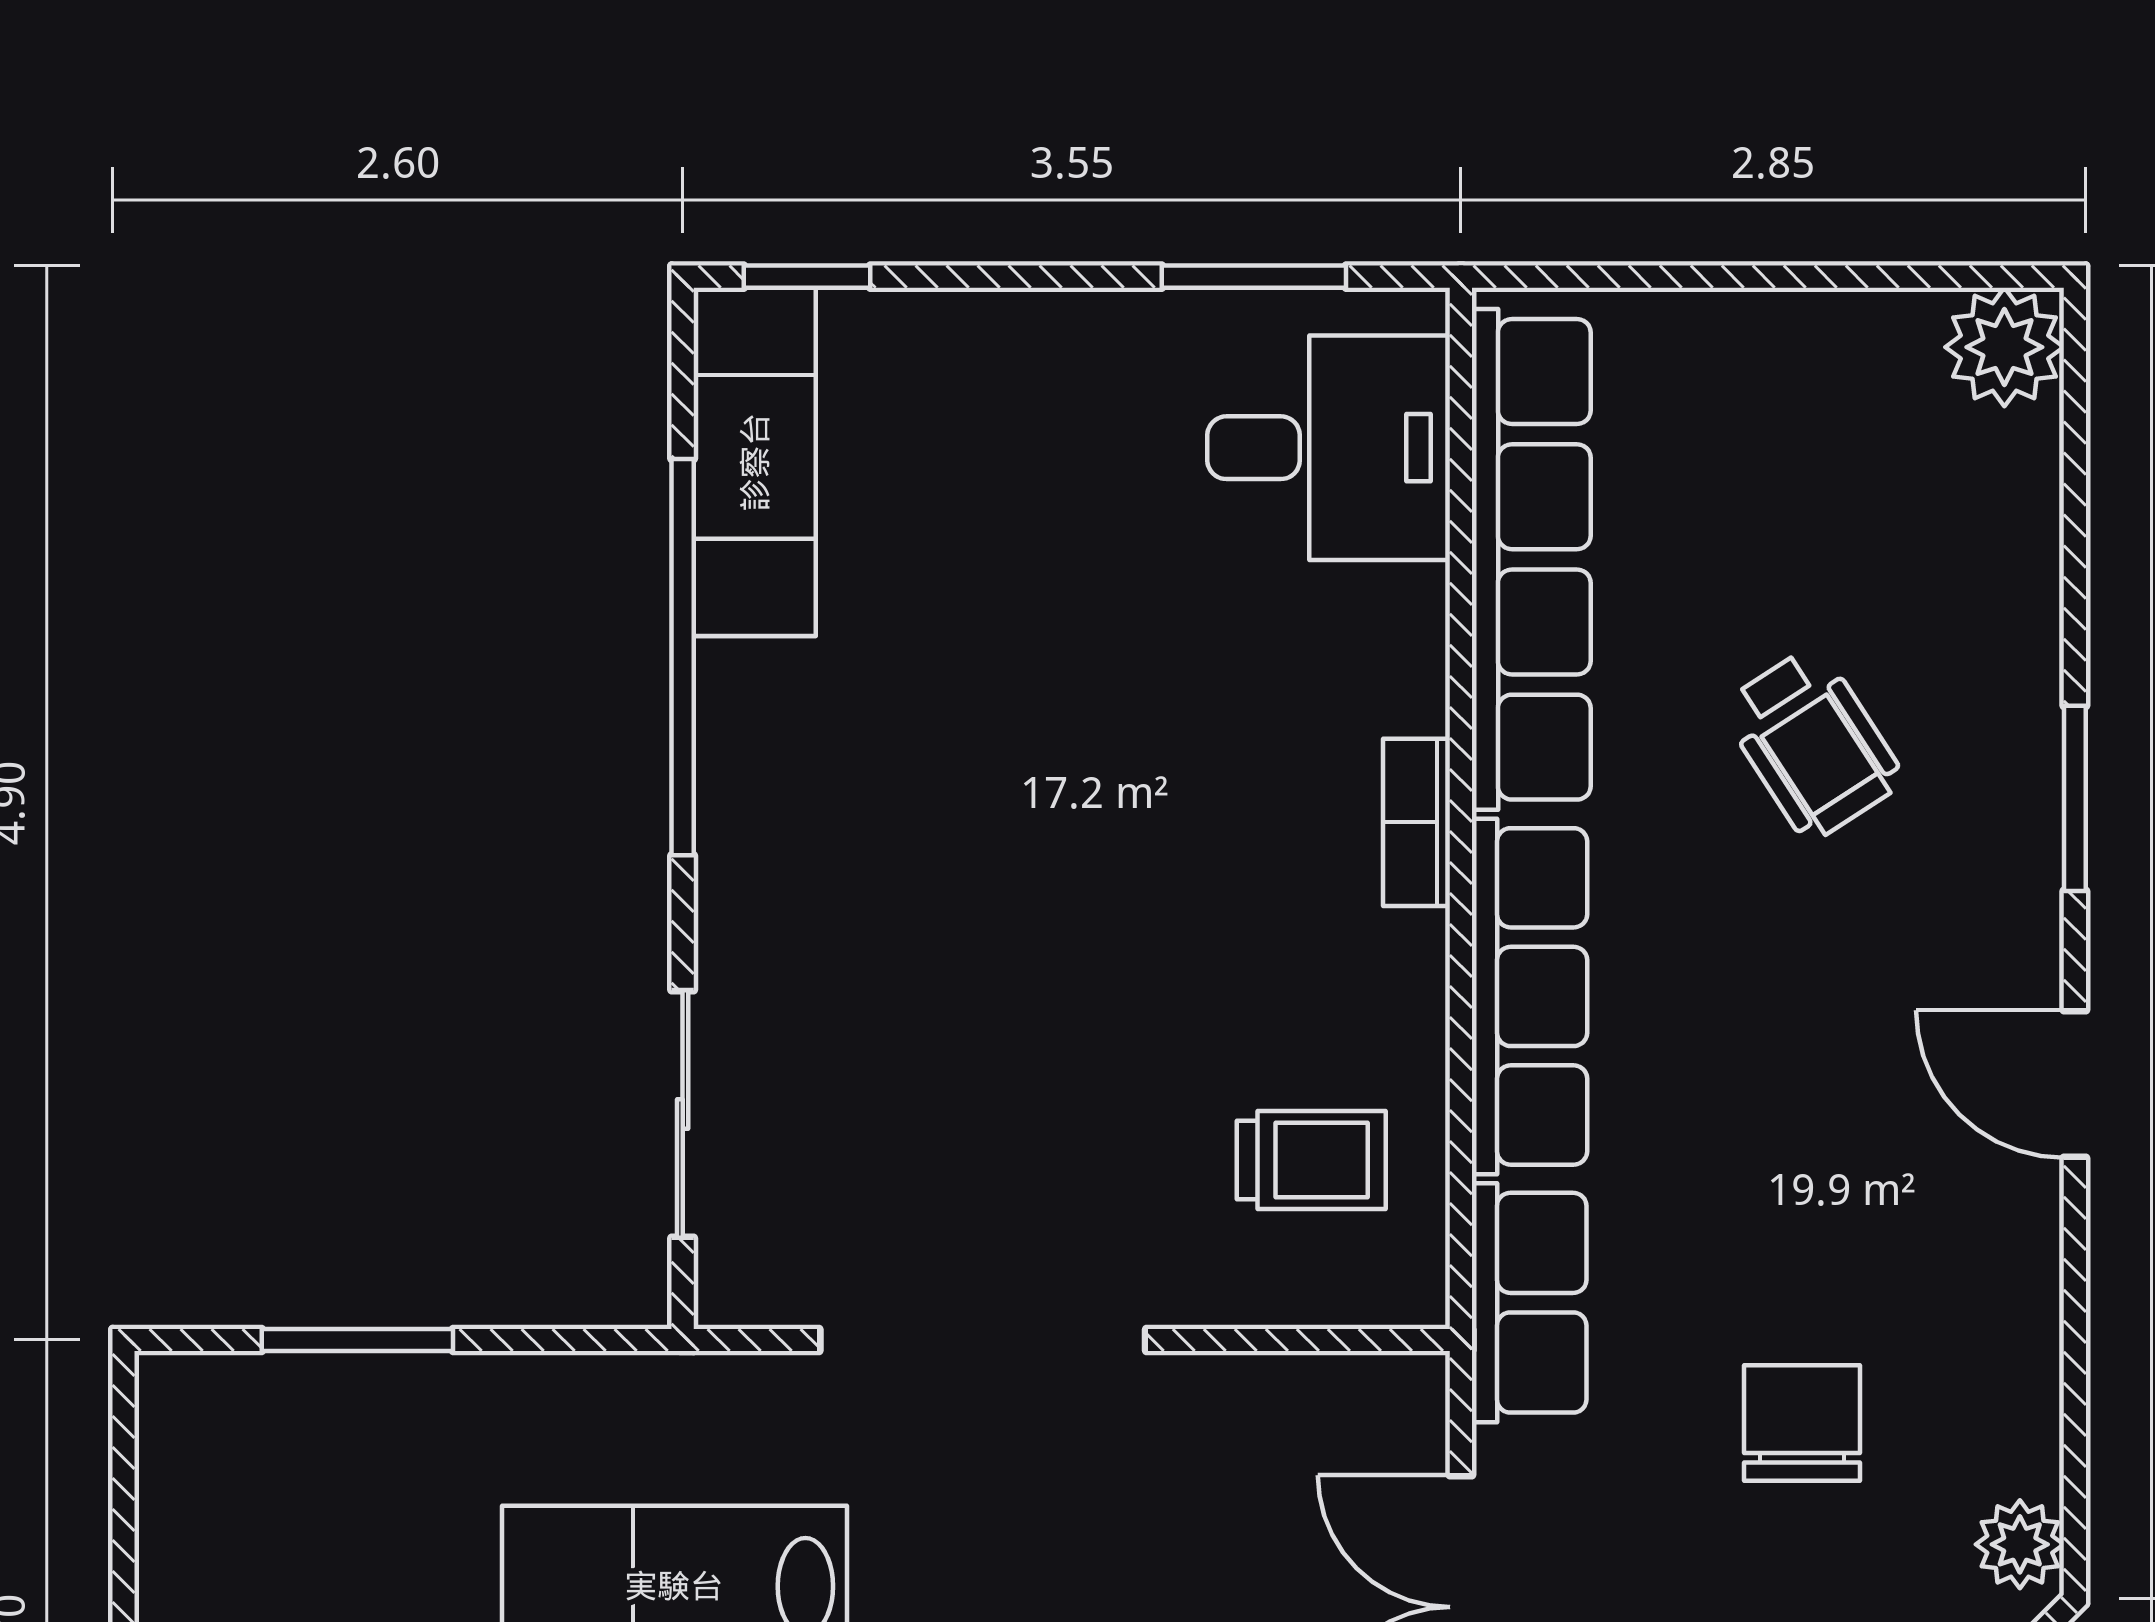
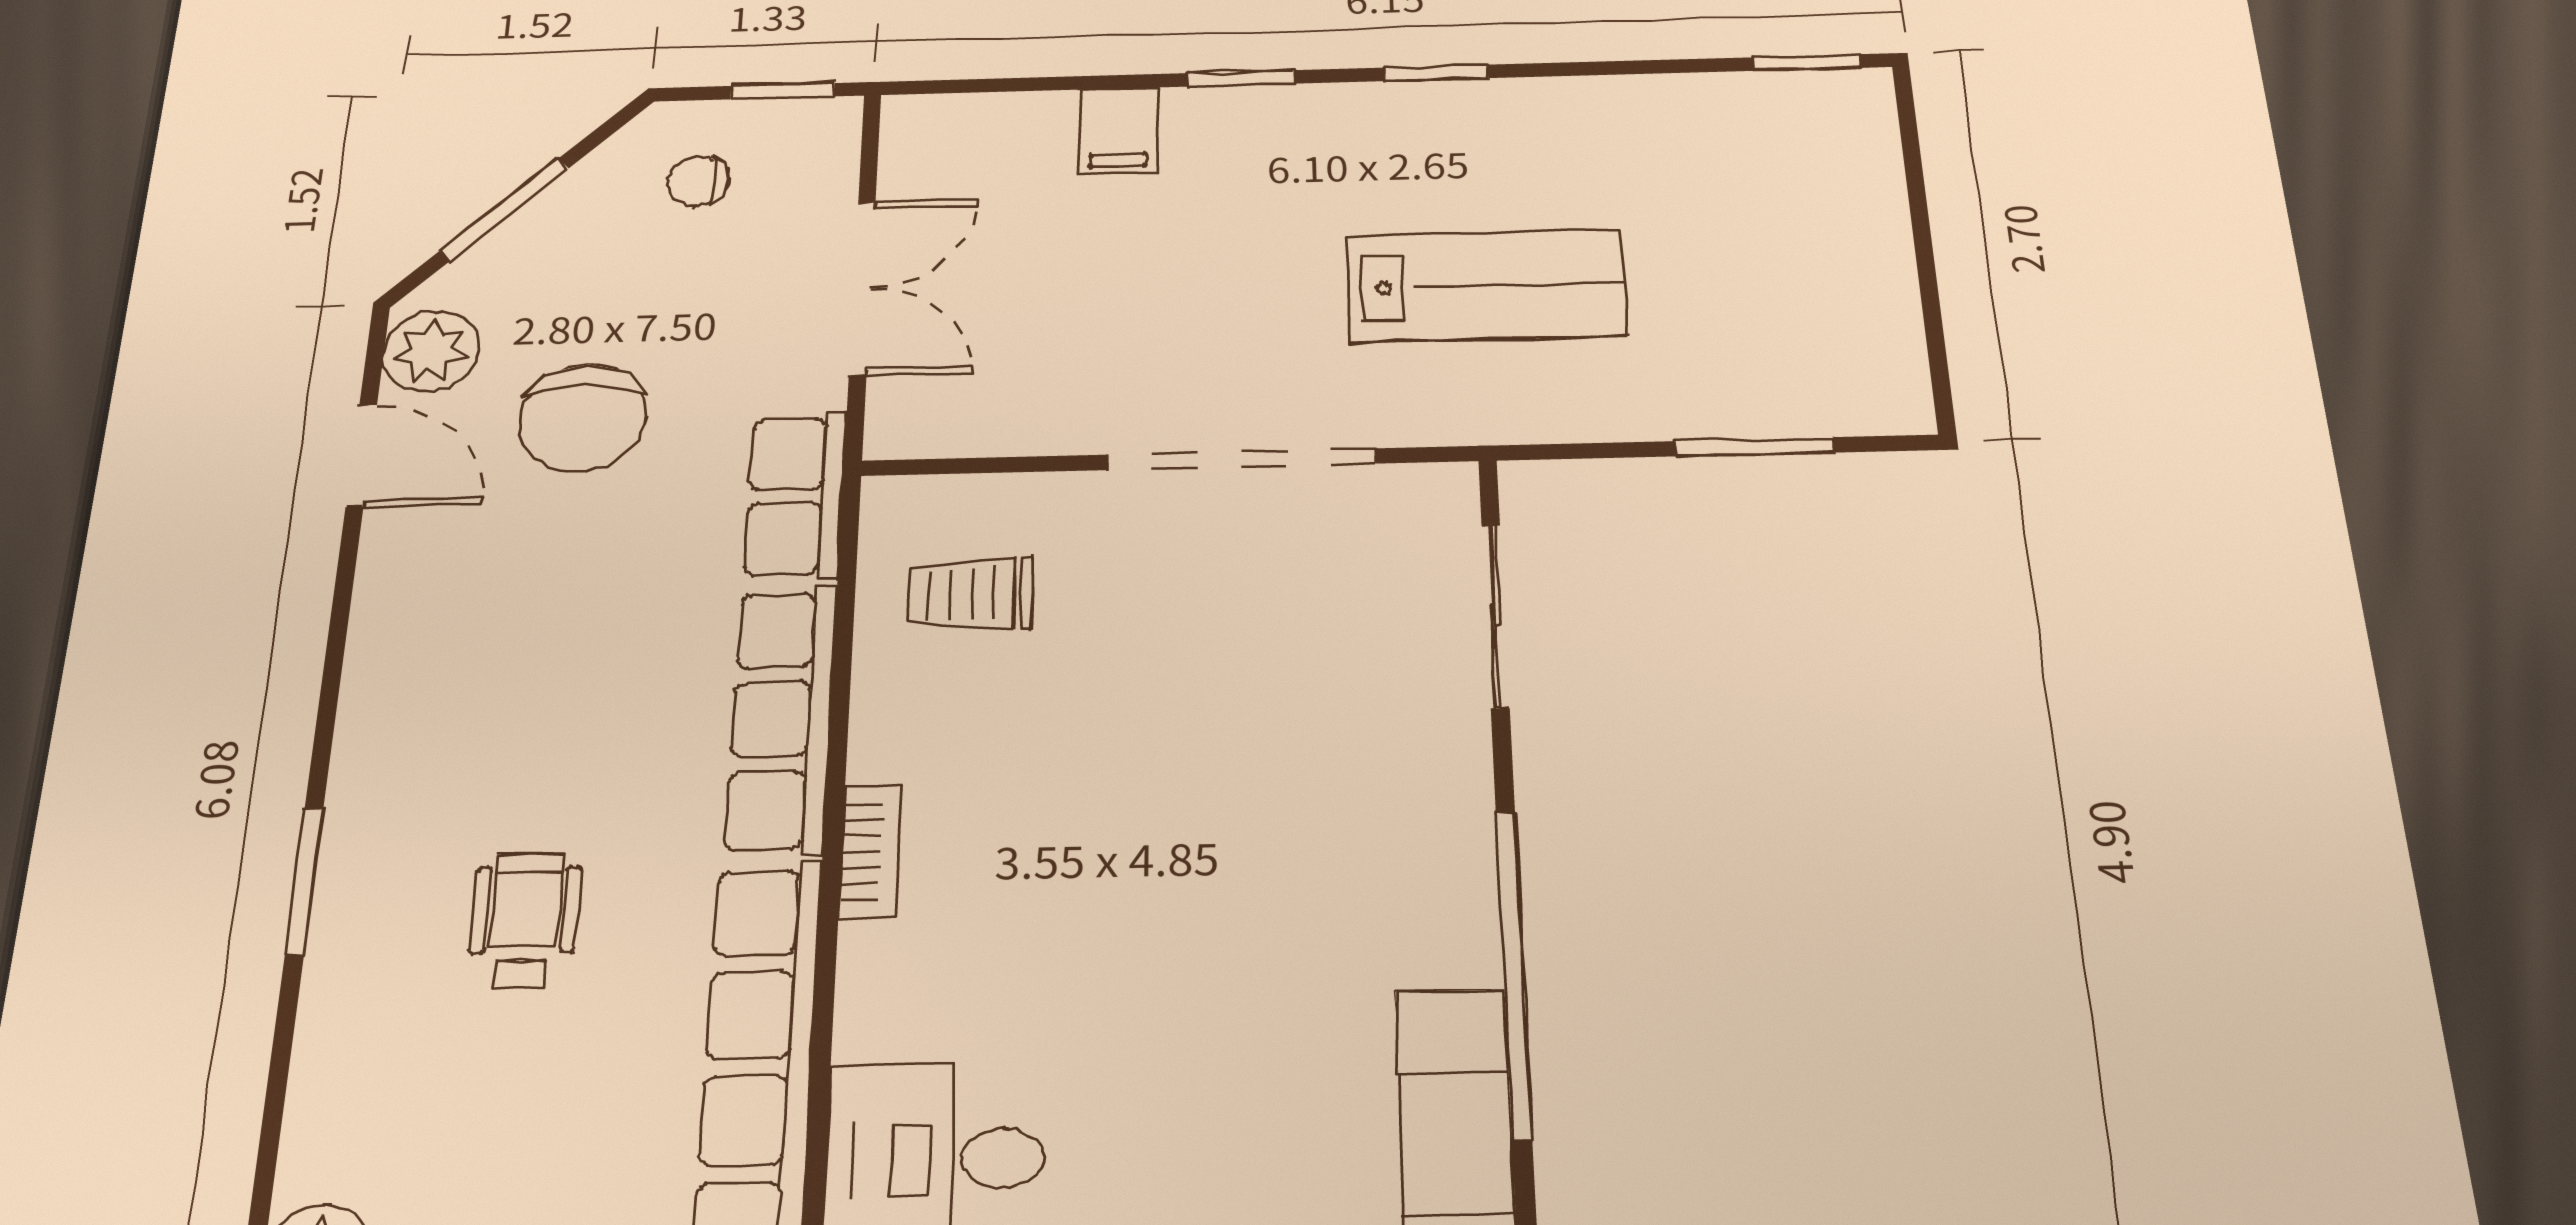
wheelchair: (1812, 744) -> (525, 921), turned 33
door: (2075, 1084) -> (361, 456), moved
chair: (1802, 1423) -> (583, 418), width x1.37, depth x1.37
plant: (2020, 1544) -> (431, 351), width x1.38, depth x1.38

